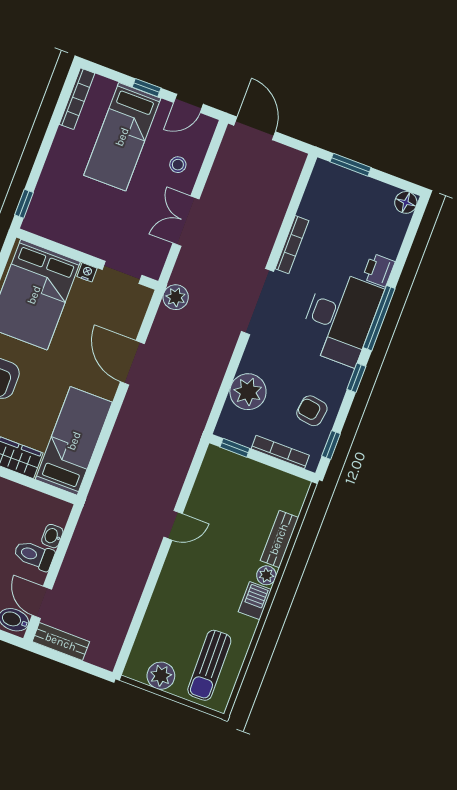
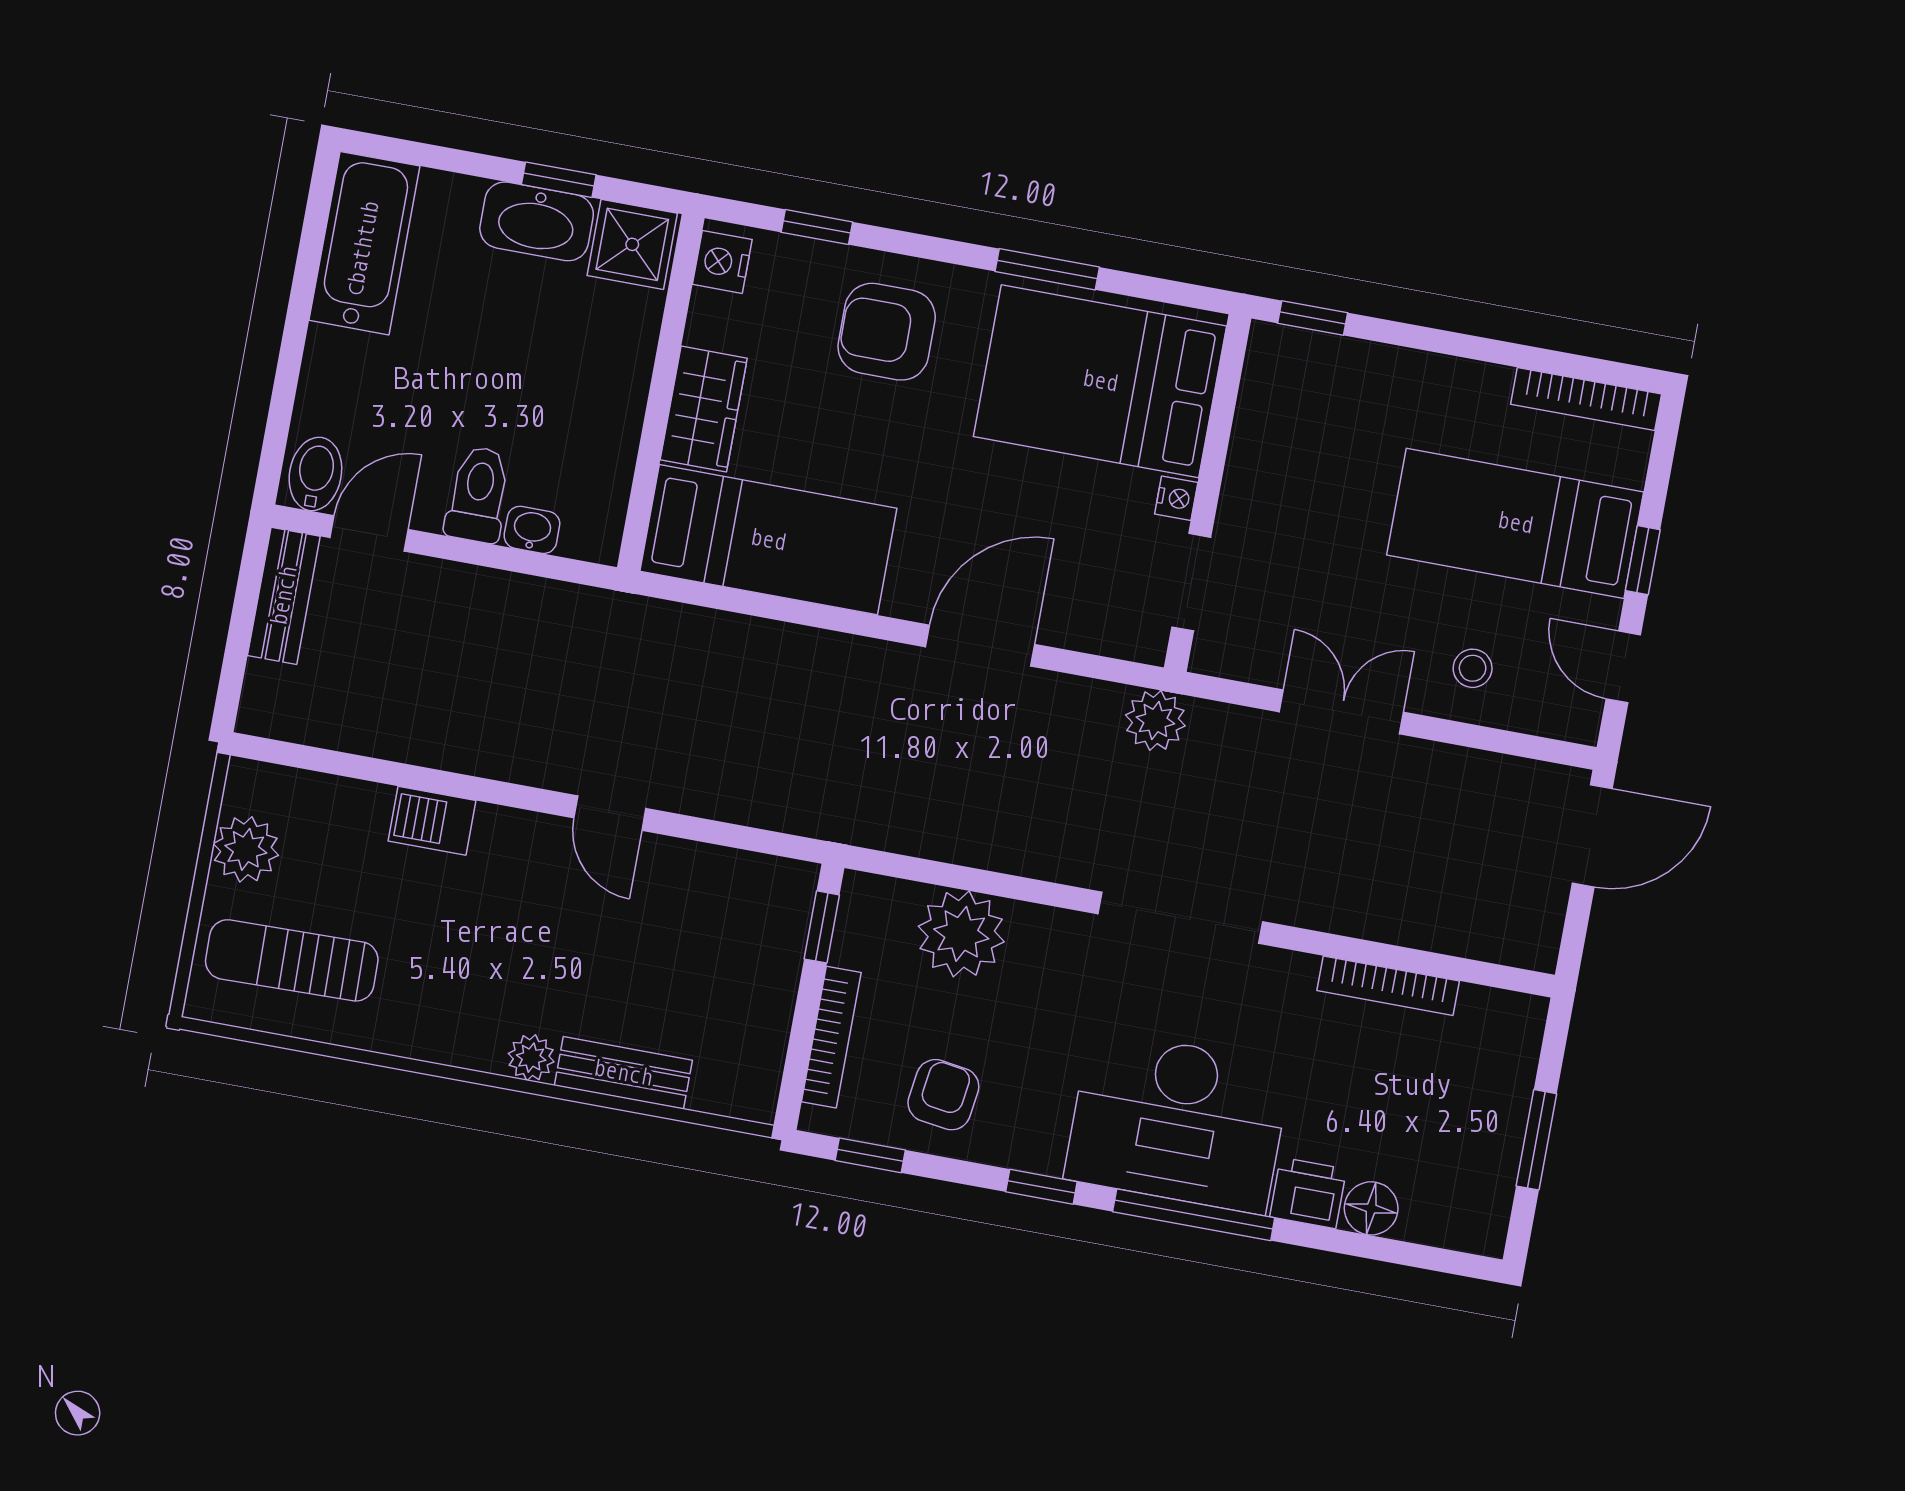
window: (351, 165) -> (1536, 1140), moved
floor lamp: (406, 202) -> (1371, 1208), moved
bookcase: (292, 245) -> (1388, 986), moved
barbecue: (255, 601) -> (432, 821), moved, turned 180

